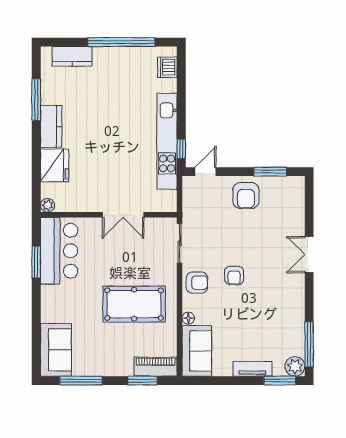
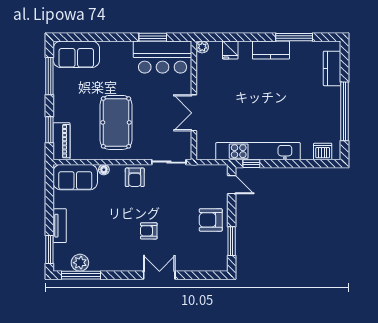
fridge: (55, 165) -> (230, 50), width x0.53, depth x0.75
armchair: (234, 275) -> (149, 231), moved
plant: (295, 366) -> (80, 263), moved

